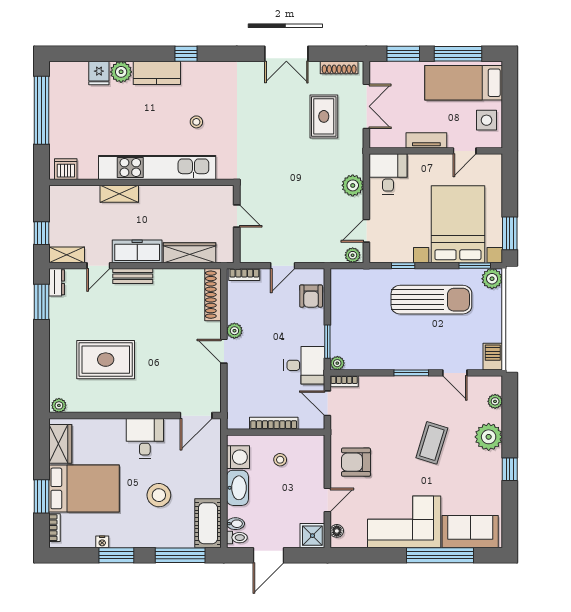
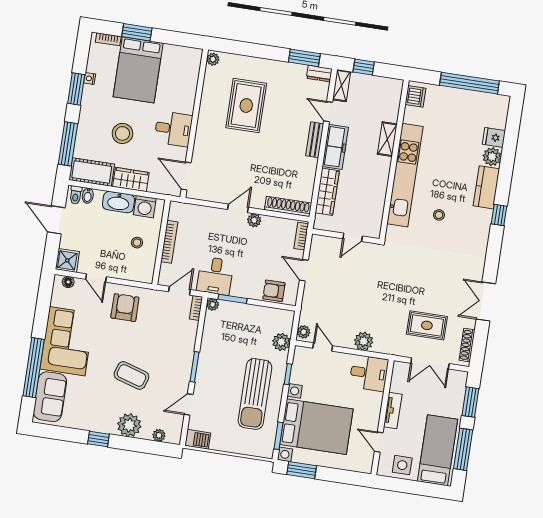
plant: (492, 279) -> (281, 342), moved
wardrobe: (60, 444) -> (131, 180), moved, turned 180

